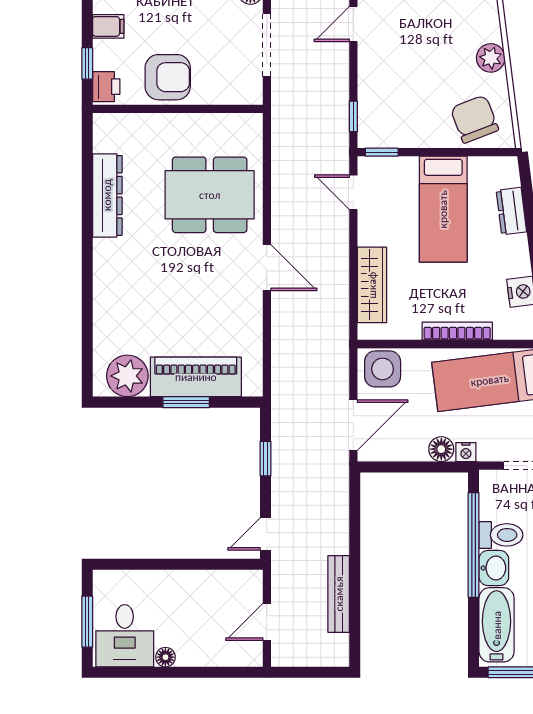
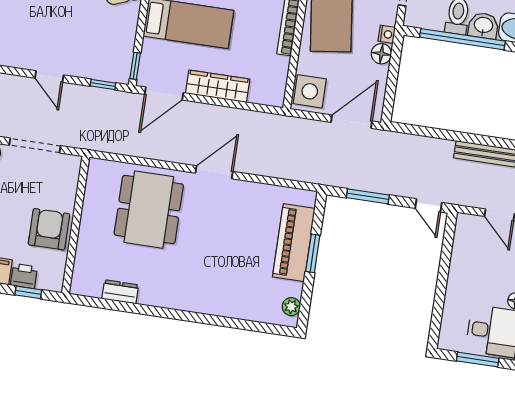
door: (353, 24) -> (49, 76), moved
printer: (106, 87) -> (24, 276), moved
door: (353, 192) -> (164, 94), width x1.38
dresser: (107, 195) -> (120, 292), width x0.51, depth x0.80
wardrobe: (372, 285) -> (218, 86), moved
plant: (127, 376) -> (291, 307), width x0.53, depth x0.53
door: (353, 425) -> (352, 122), hinge flipped
window: (266, 459) -> (368, 196), width x1.50

